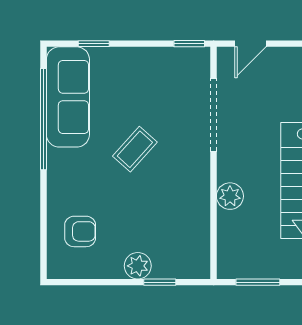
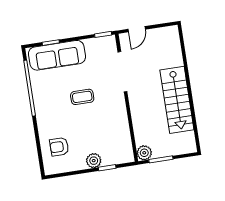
sofa: (68, 97) -> (57, 55), moved, turned 90
coffee table: (135, 149) -> (82, 97), turned 48
plant: (230, 196) -> (144, 153), moved
armchair: (80, 231) -> (59, 147), turned 180

